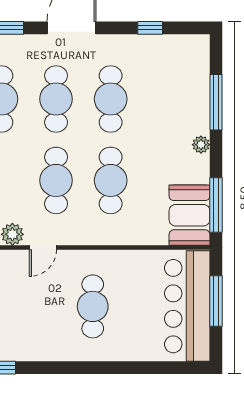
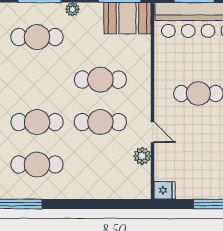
cafe table: (111, 99) -> (37, 37), moved

